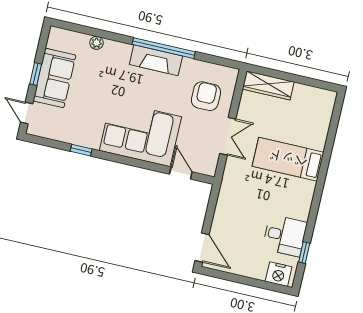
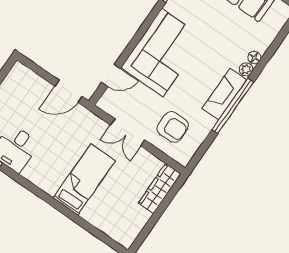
plant: (96, 43) -> (246, 69), moved
floor lamp: (111, 46) -> (254, 58), added
door: (202, 248) -> (68, 91), moved

